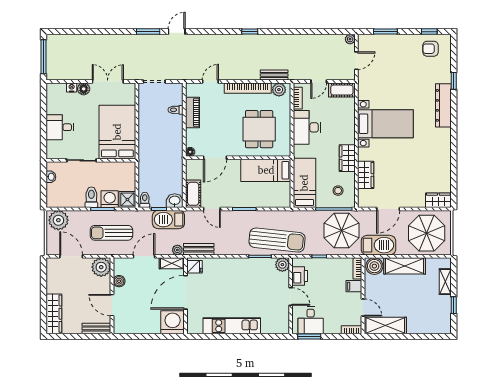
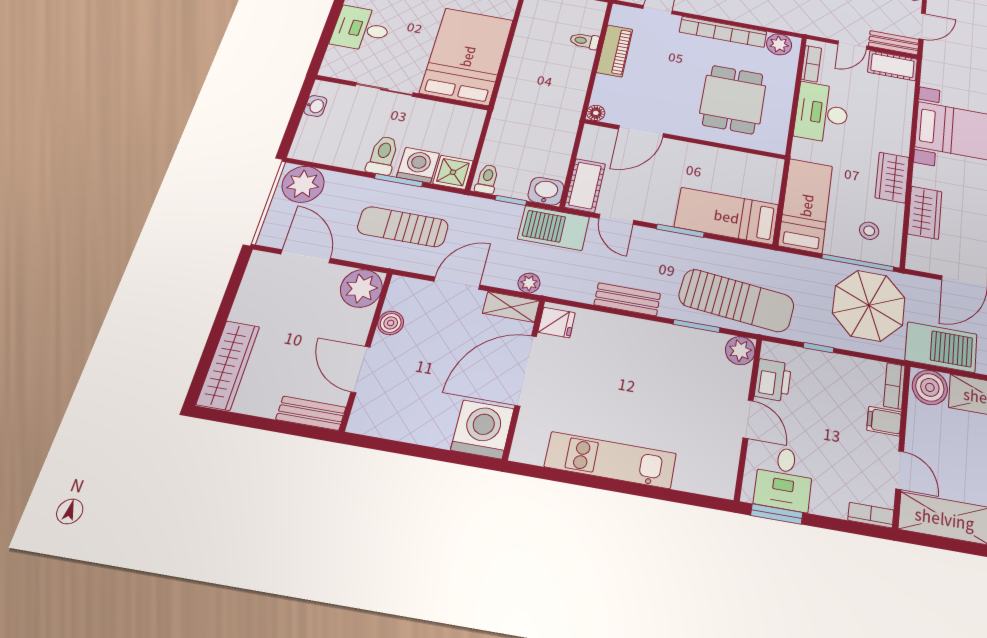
bench: (274, 75) -> (894, 43), moved
bed: (266, 170) -> (727, 216), moved
barbecue: (168, 220) -> (554, 228), moved
bench: (199, 249) -> (627, 299), moved

